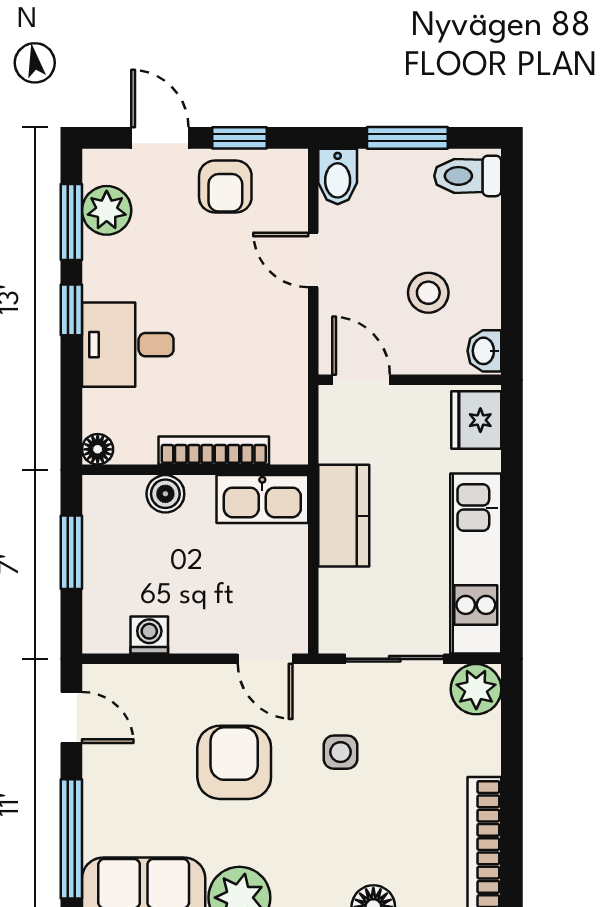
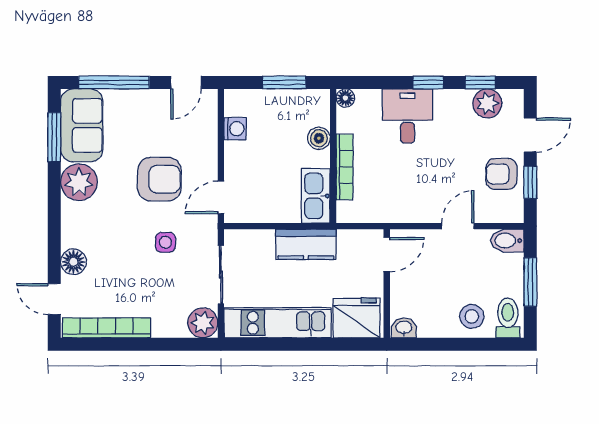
window: (71, 222) -> (480, 82), width x0.67
stool: (428, 293) -> (472, 316), moved
fridge: (476, 420) -> (357, 318), width x1.36, depth x1.34

